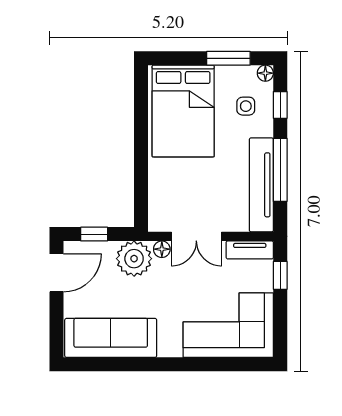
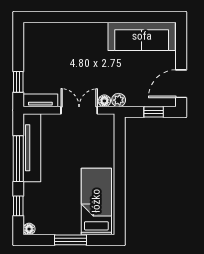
window: (228, 58) -> (71, 240), moved
side table: (246, 106) -> (43, 205), removed
bed: (183, 111) -> (96, 201), width x0.67
plant: (134, 259) -> (119, 100), width x0.53, depth x0.53
corner sofa: (228, 325) -> (56, 46), removed

